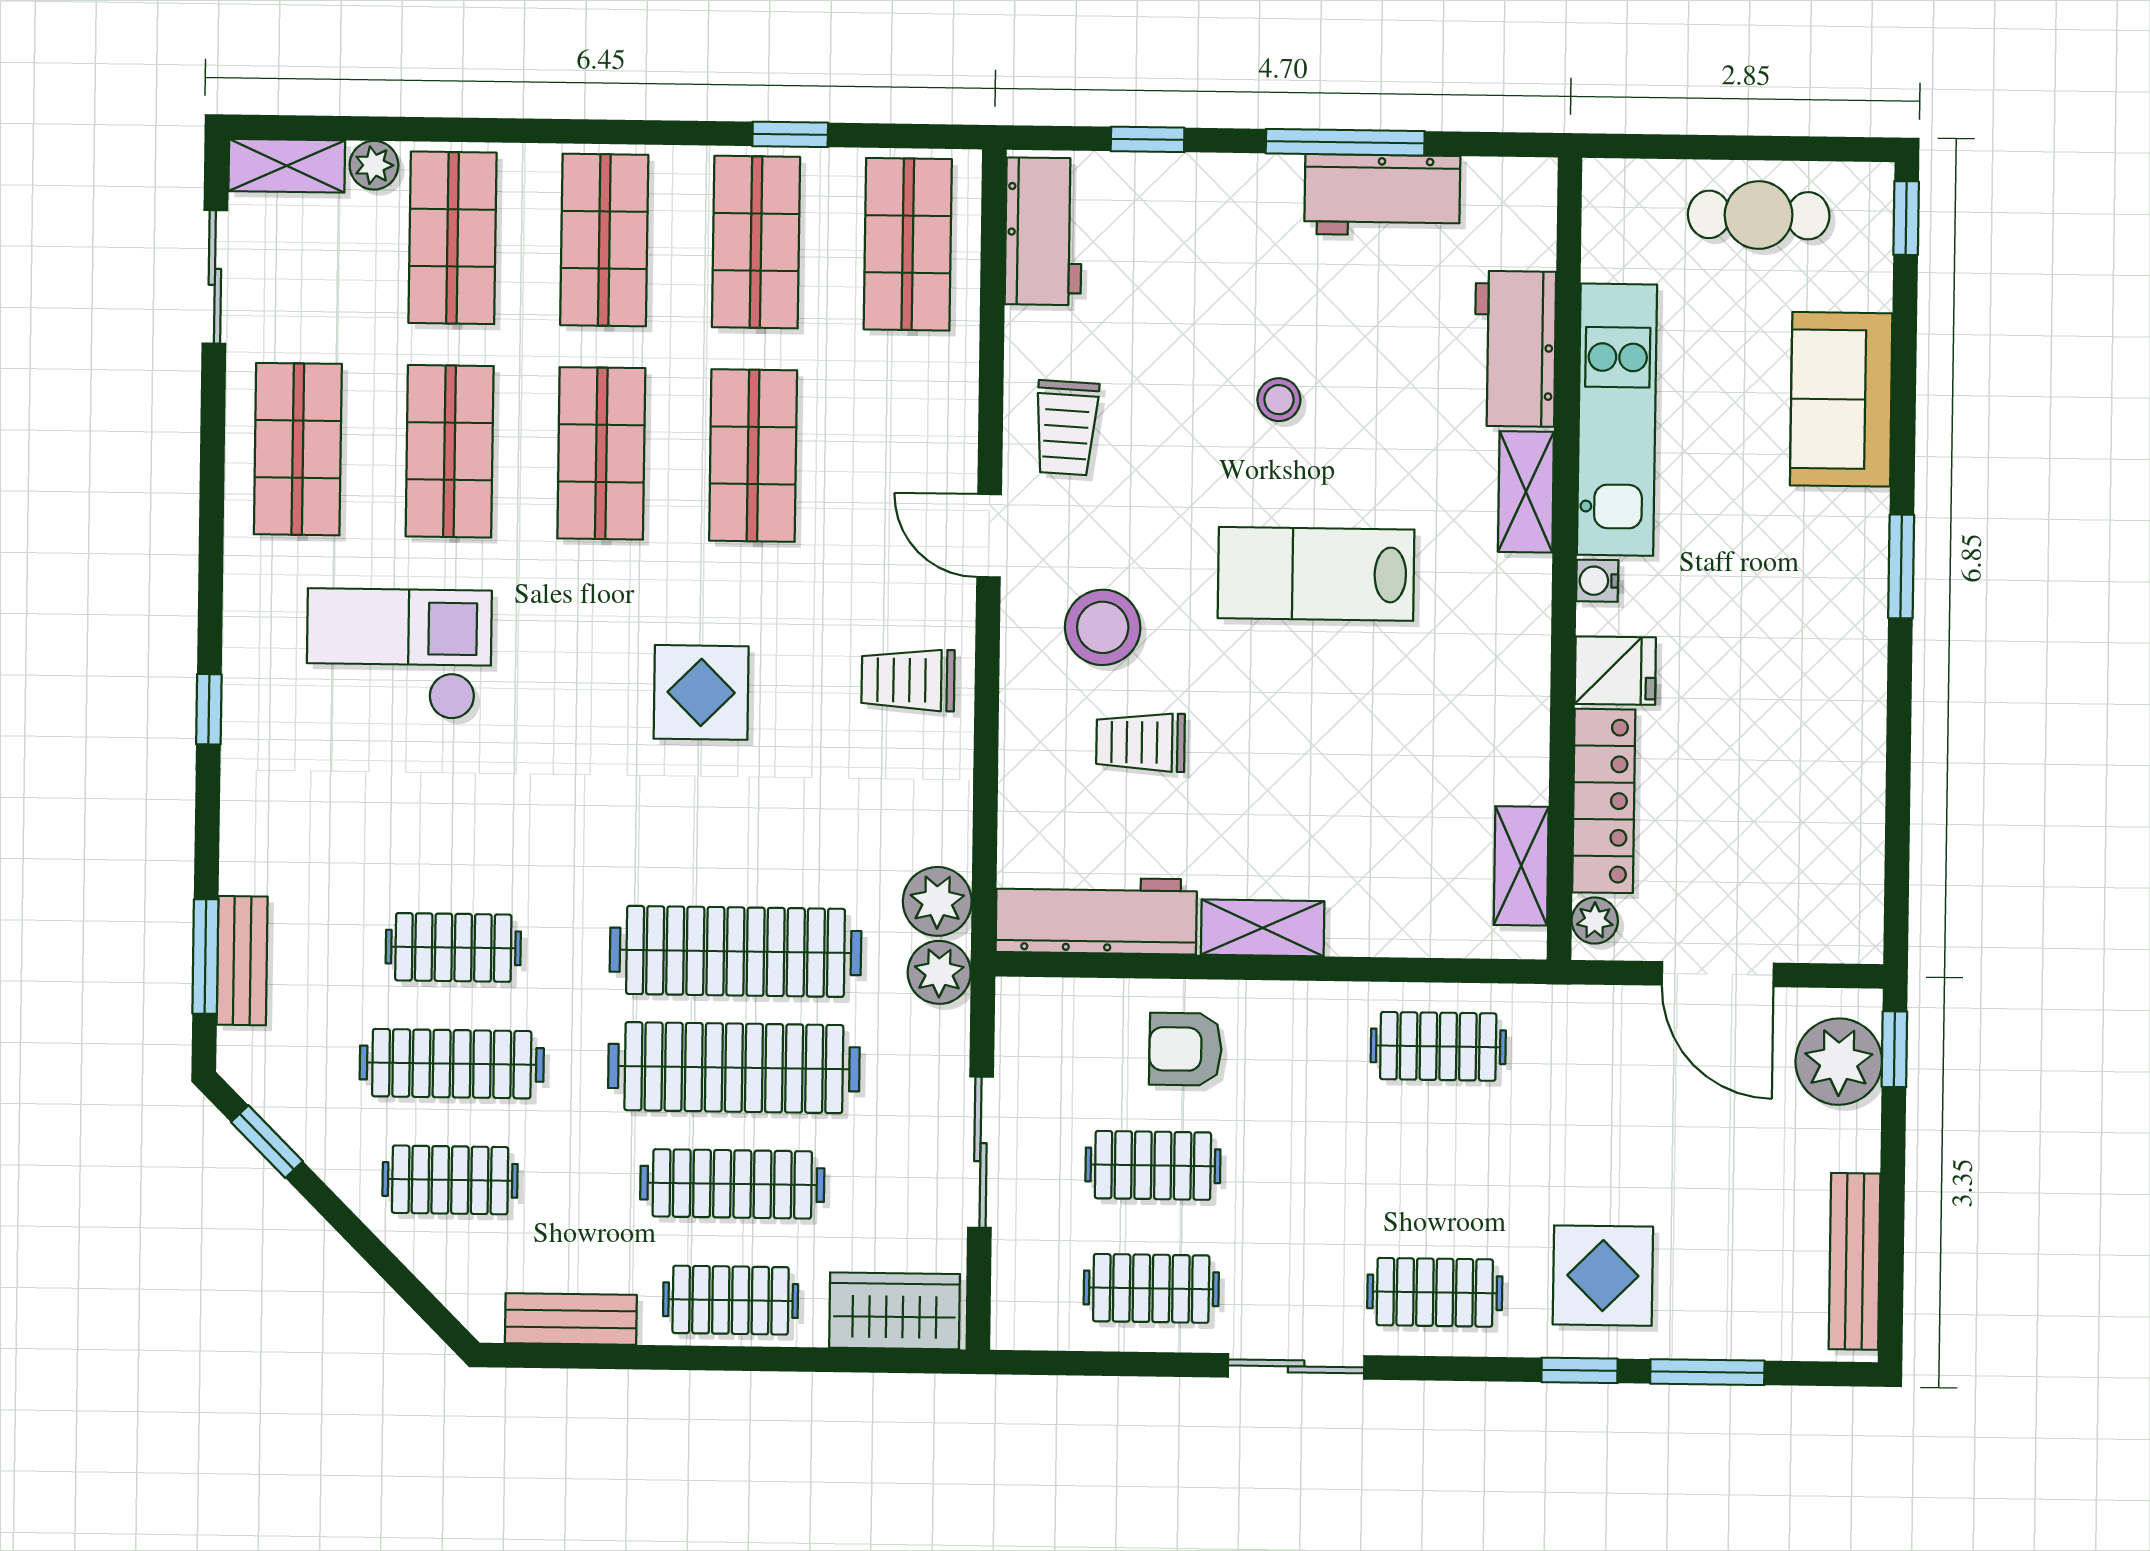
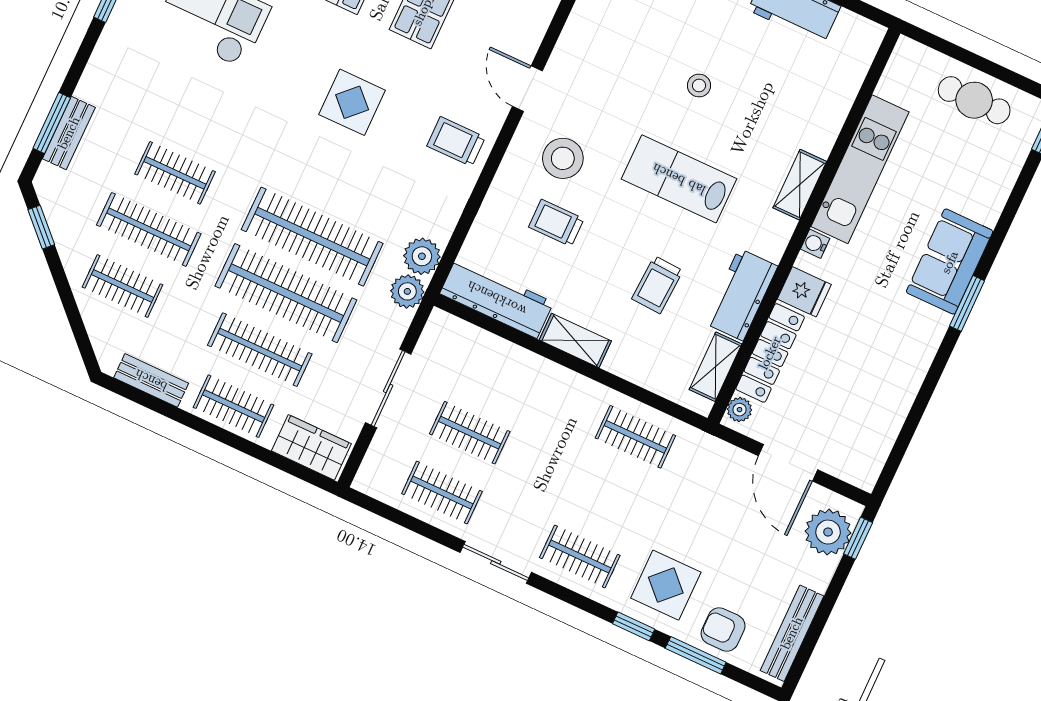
workbench: (1515, 349) -> (741, 295), moved
sofa: (1841, 399) -> (950, 262), moved
trolley: (1066, 428) -> (657, 285), moved
armchair: (1185, 1049) -> (723, 629), moved

